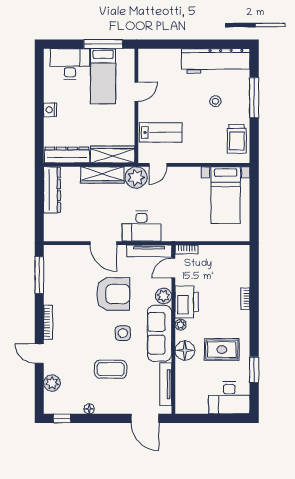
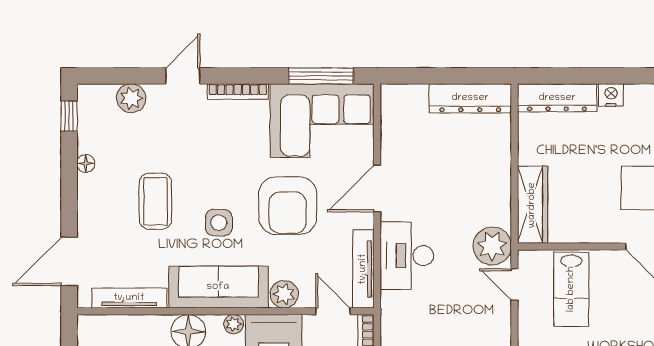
dresser: (67, 155) -> (557, 98), moved, turned 90
wardrobe: (102, 175) -> (497, 187), removed
corner sofa: (65, 274) -> (322, 121), added

